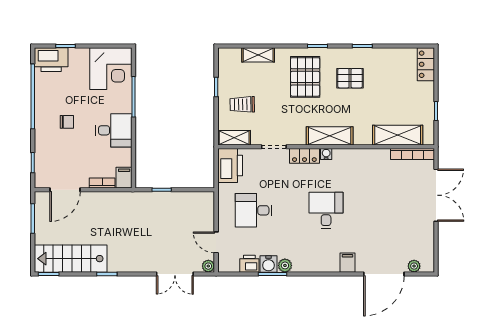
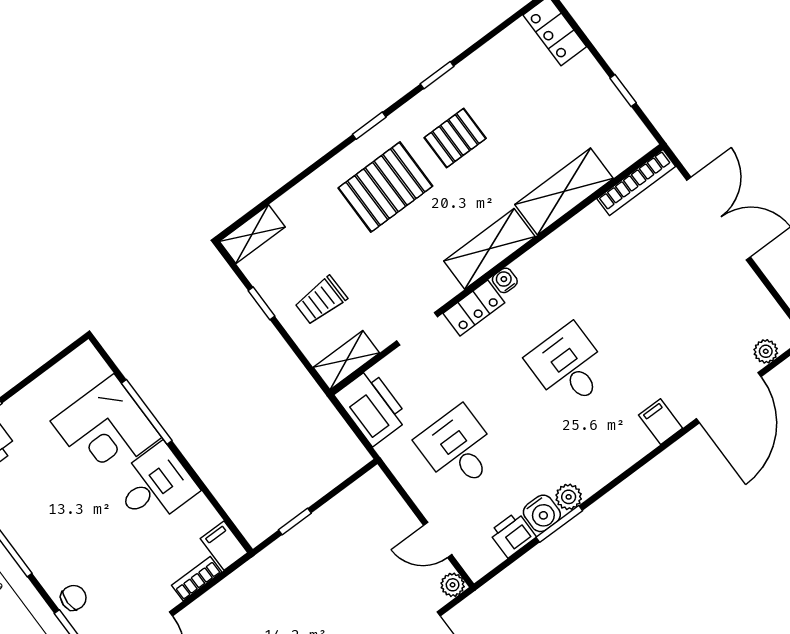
shelving: (258, 55) -> (252, 234), moved
corner desk: (111, 69) -> (106, 429), moved, turned 90
pallet: (305, 77) -> (385, 187), turned 90
chair: (67, 122) -> (74, 598), moved
shelving: (398, 135) -> (564, 192), moved
desk: (254, 210) -> (458, 449), turned 90

